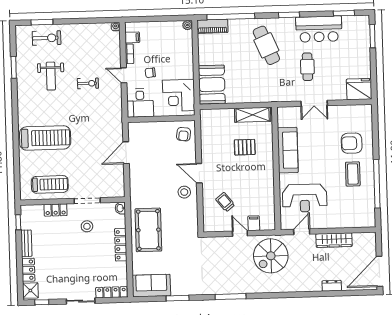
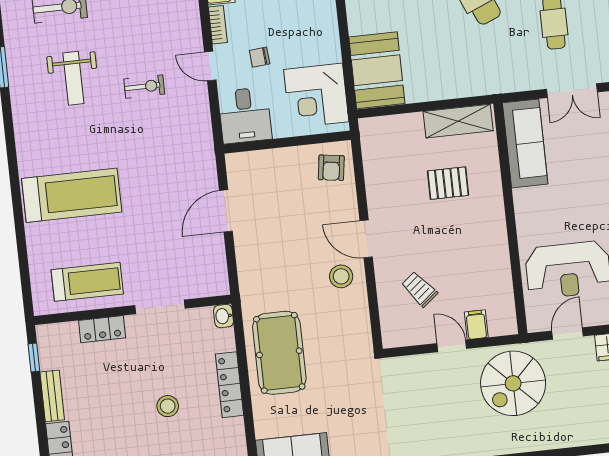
sofa: (288, 150) -> (525, 143), moved
stool: (87, 226) -> (168, 406), moved

